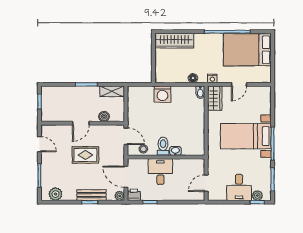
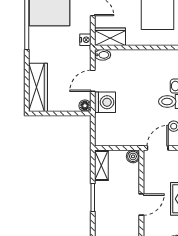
floor lamp: (193, 78) -> (85, 106), moved
door: (180, 84) -> (93, 81), added
boiler: (104, 117) -> (133, 156), moved
door: (81, 123) -> (141, 205), hinge flipped

